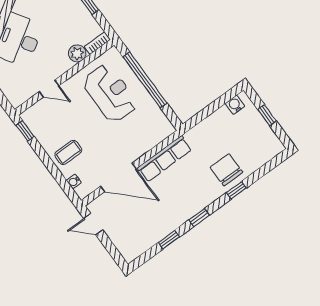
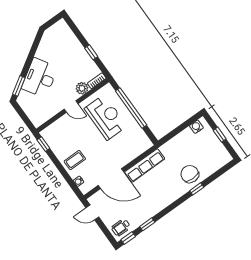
door: (49, 89) -> (71, 107), moved
window: (199, 218) -> (128, 238), moved
wheelchair: (133, 244) -> (121, 227), added

